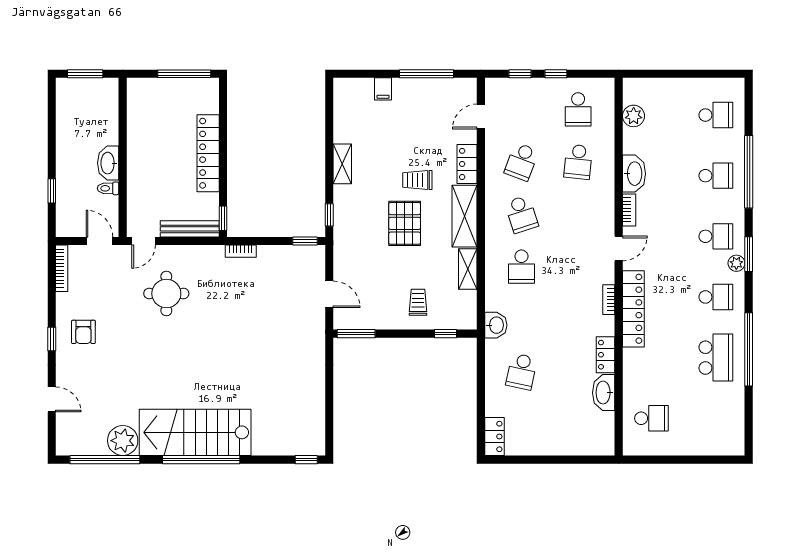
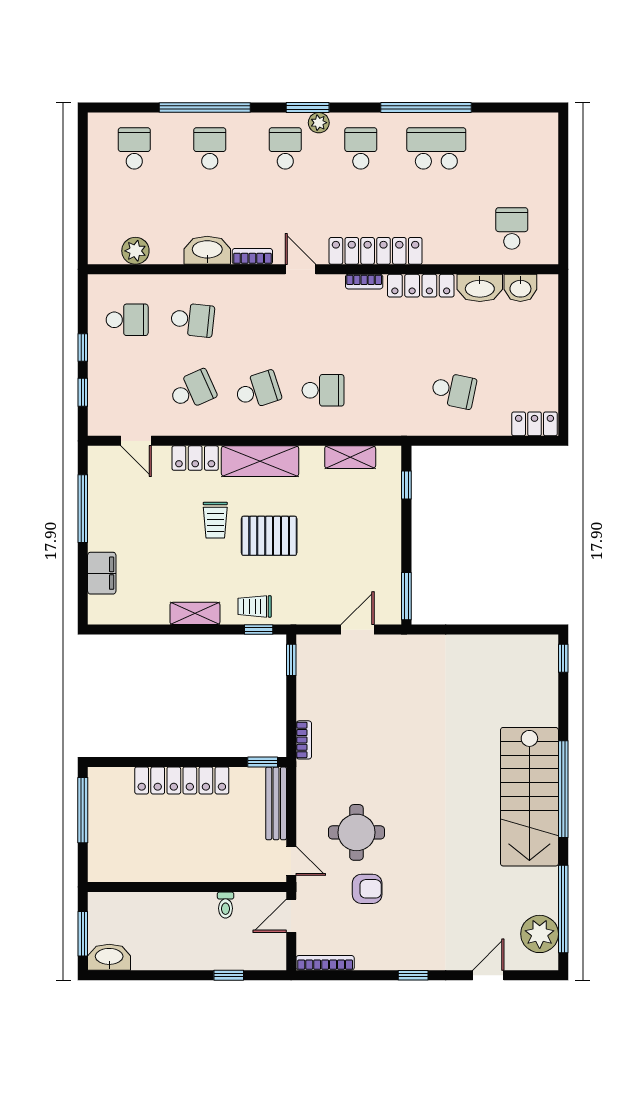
filing cabinet: (383, 89) -> (102, 573), width x2.00
school desk: (521, 162) -> (192, 390), turned -45
washbasin: (108, 163) -> (109, 957), moved, turned 180
shelving: (468, 269) -> (350, 457), moved
trolley: (418, 302) -> (255, 606), moved
washbasin: (496, 325) -> (520, 288), moved, turned 180
armchair: (83, 332) -> (367, 889), moved
locker: (606, 355) -> (421, 286), width x1.53
plant: (123, 441) -> (540, 934), moved

